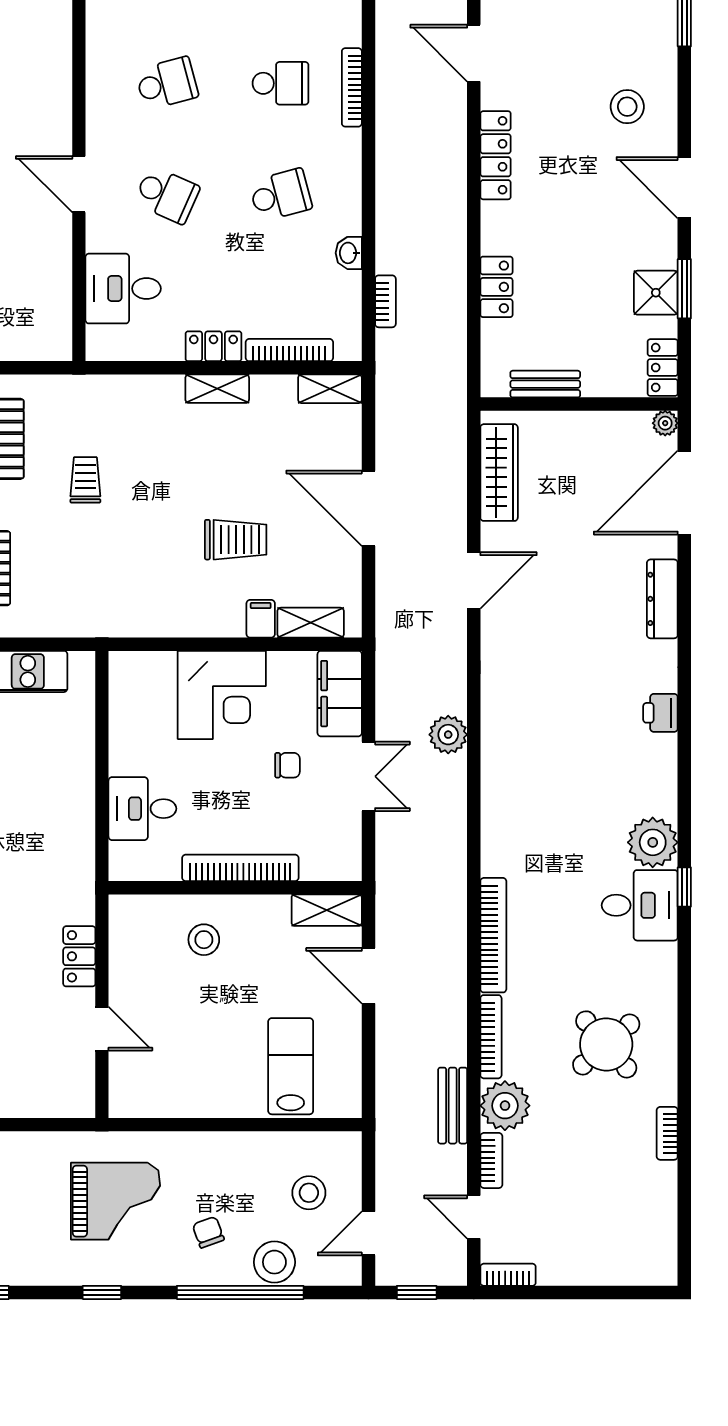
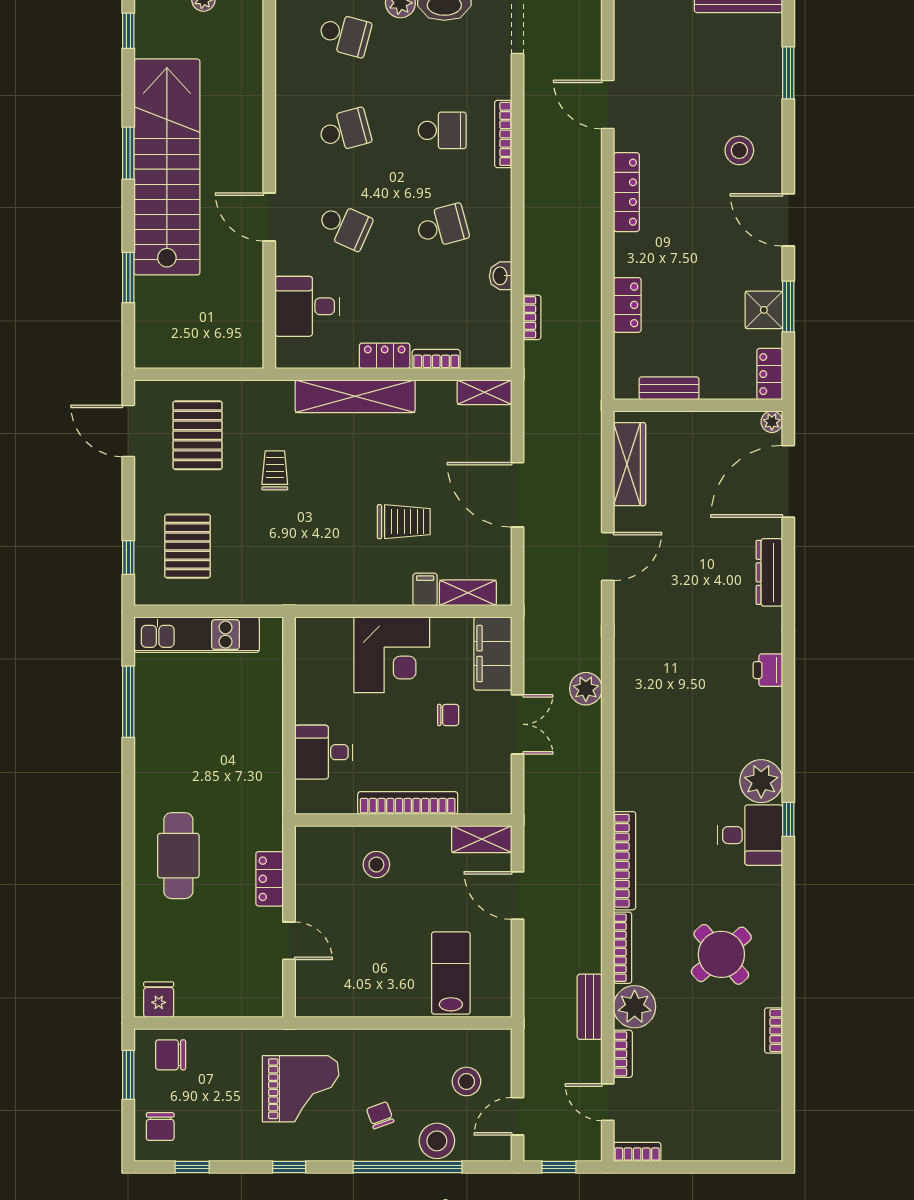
bookcase: (289, 350) -> (436, 359), width x0.64
shelving: (217, 389) -> (355, 396), width x2.20, depth x1.33

